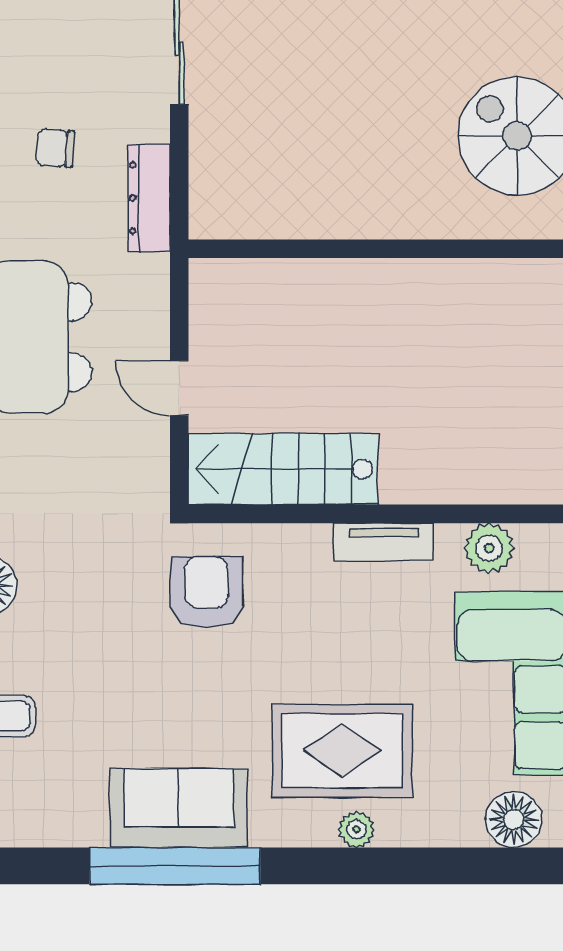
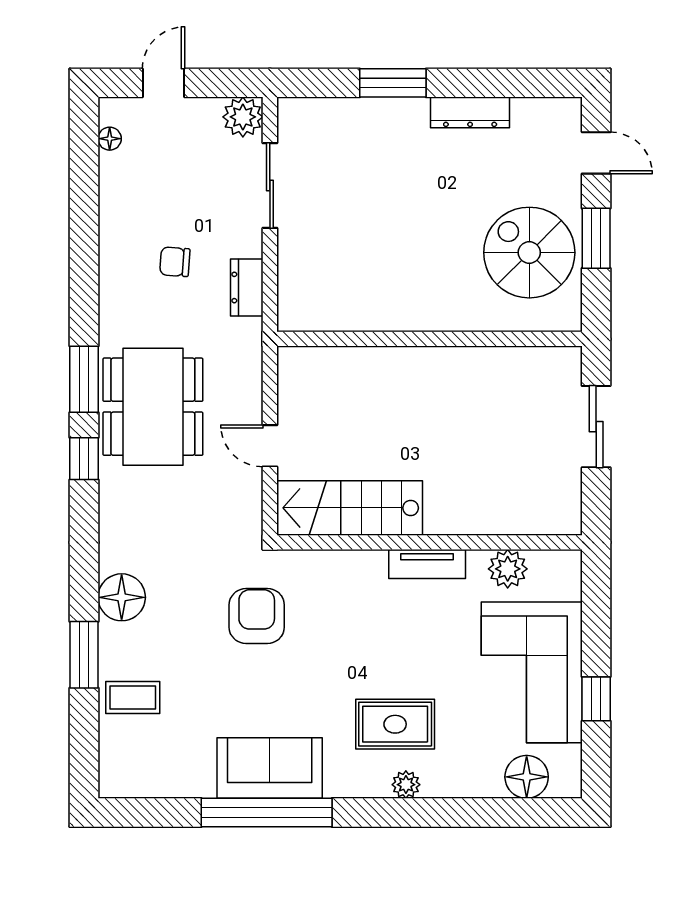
dresser: (149, 198) -> (247, 287), width x0.70
armchair: (206, 592) -> (257, 616), moved
rug: (342, 751) -> (395, 724), width x0.73, depth x0.70

